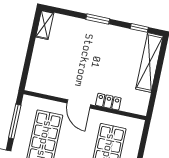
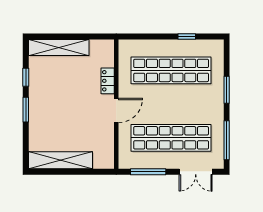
shelving: (45, 25) -> (61, 160), width x2.20, depth x1.33
window: (139, 28) -> (26, 77), moved

